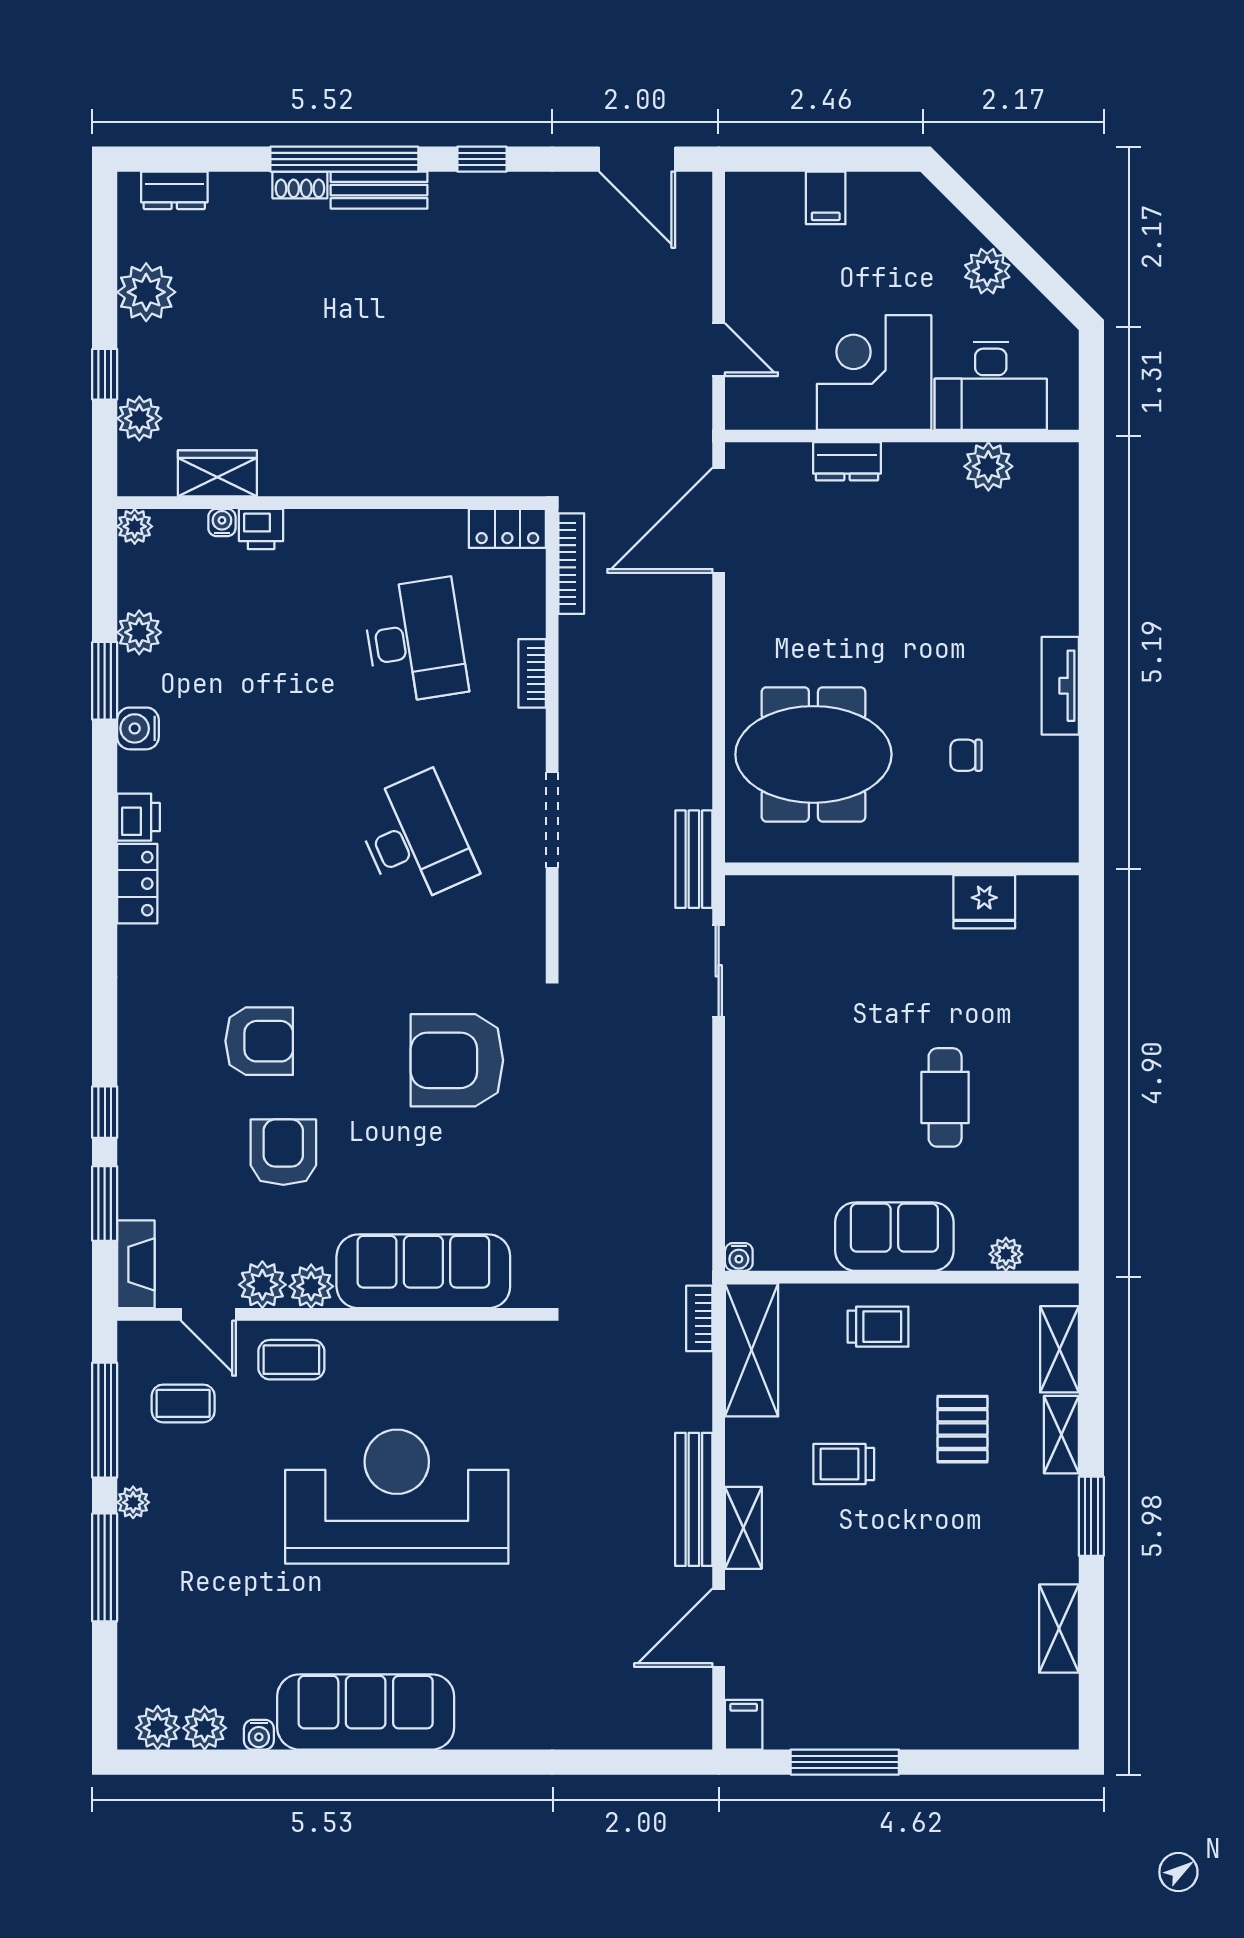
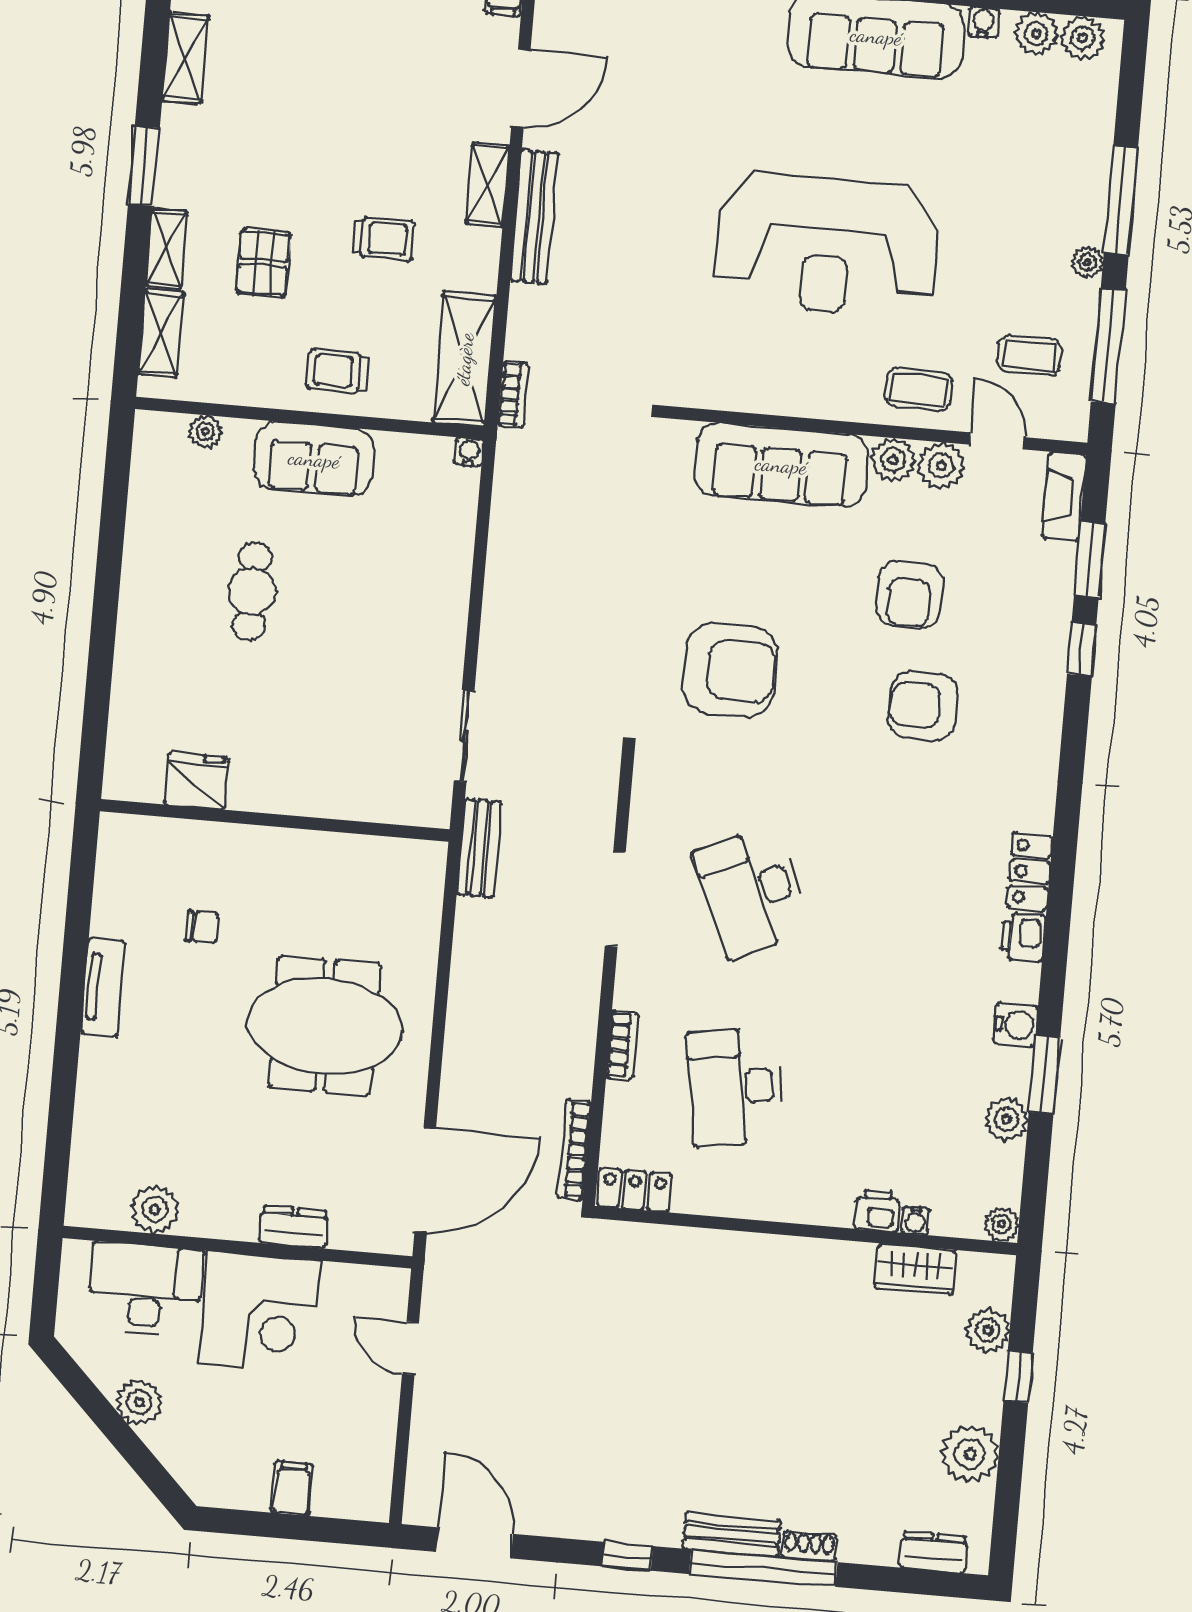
meeting table: (813, 754) -> (325, 1026), moved

